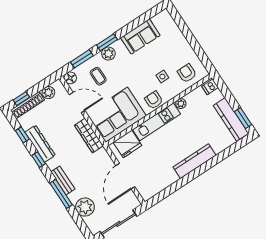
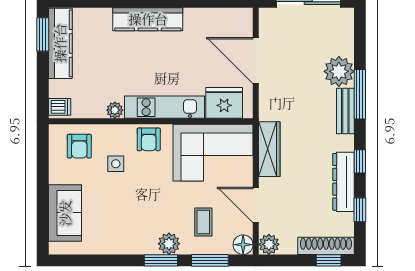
sofa: (140, 37) -> (65, 213), moved, turned 90
plant: (48, 93) -> (269, 244), moved
door: (125, 176) -> (256, 61), swing flipped
plant: (85, 207) -> (339, 71), moved

